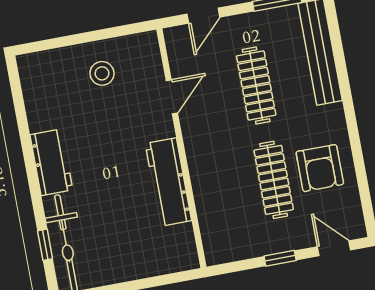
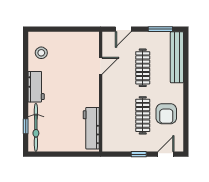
stool: (102, 73) -> (41, 53), moved
workbench: (168, 182) -> (91, 128), moved
door: (334, 248) -> (166, 154), hinge flipped

